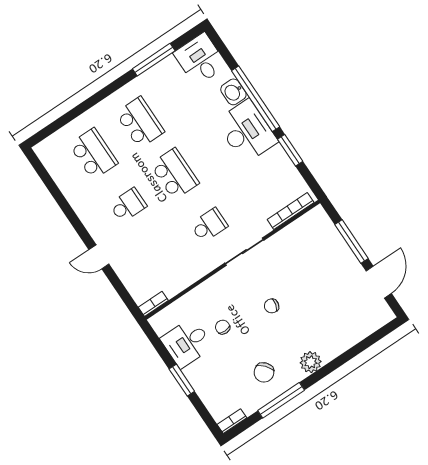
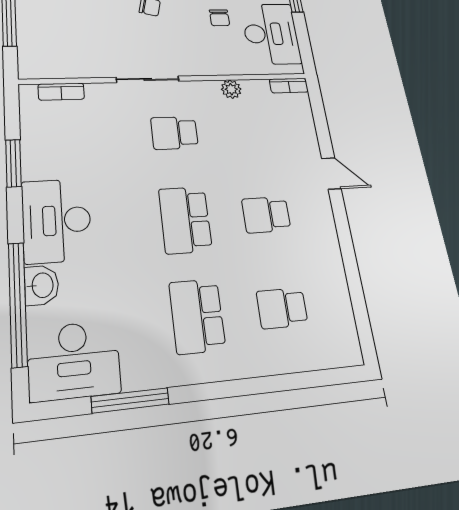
desk: (200, 59) -> (74, 360), width x1.37
window: (256, 99) -> (18, 303), moved
school desk: (93, 154) -> (282, 308), width x0.54
bookcase: (291, 211) -> (61, 92), width x0.64
plant: (189, 278) -> (231, 89), added
desk: (187, 343) -> (271, 34), width x1.37

